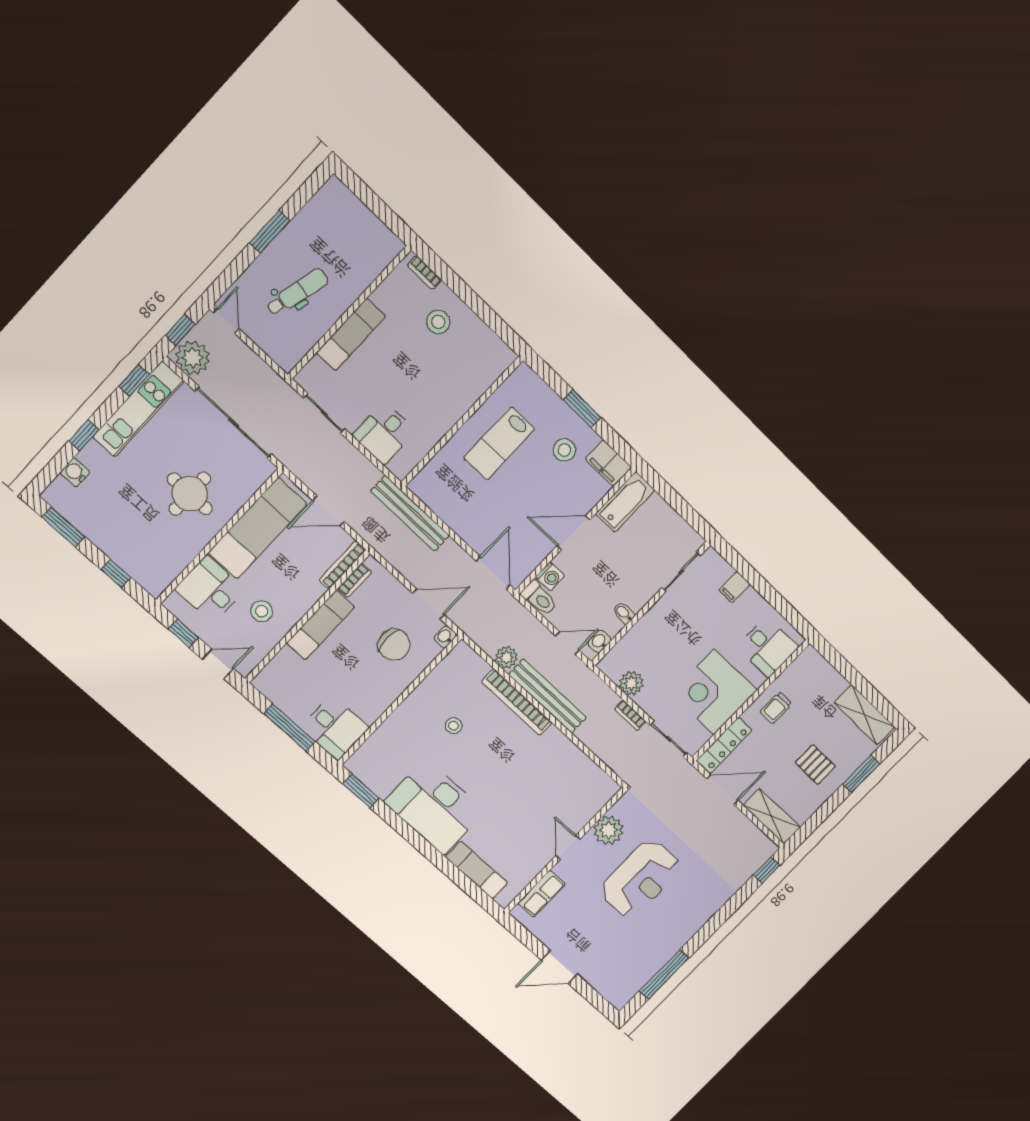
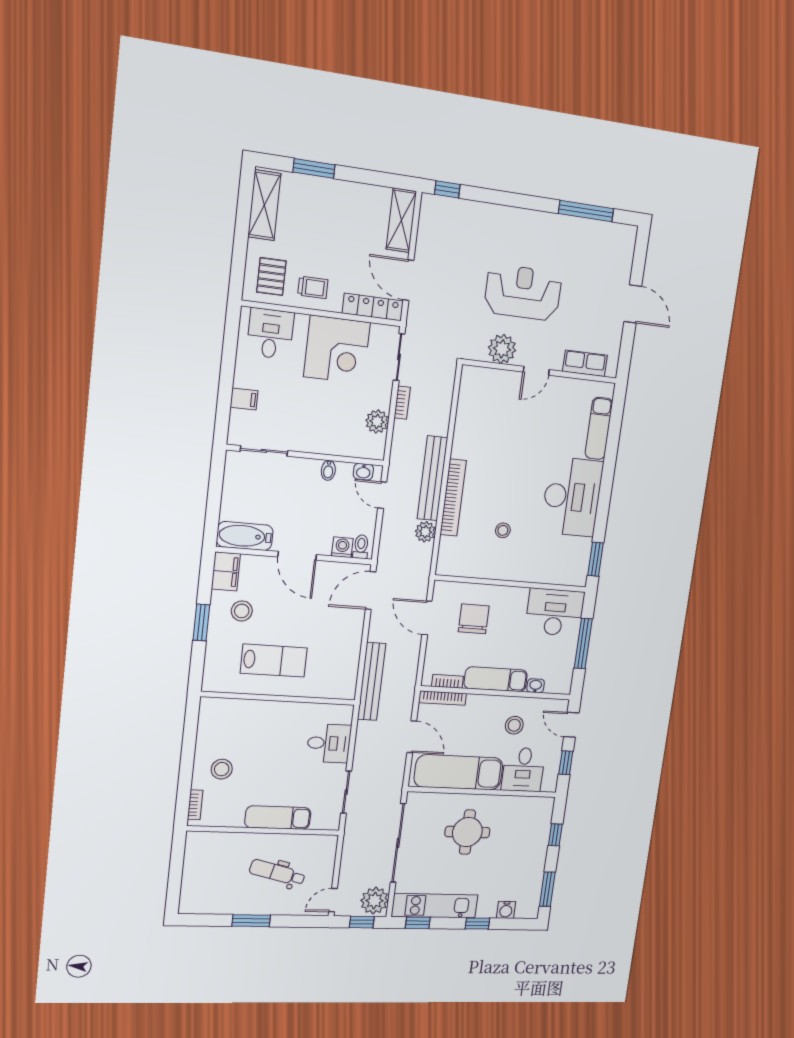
toilet: (539, 598) -> (361, 547), width x0.73, depth x0.72
washbasin: (445, 637) -> (536, 686), moved, turned 180
desk: (335, 728) -> (555, 612), width x1.37
pallet: (815, 765) -> (271, 276), moved

